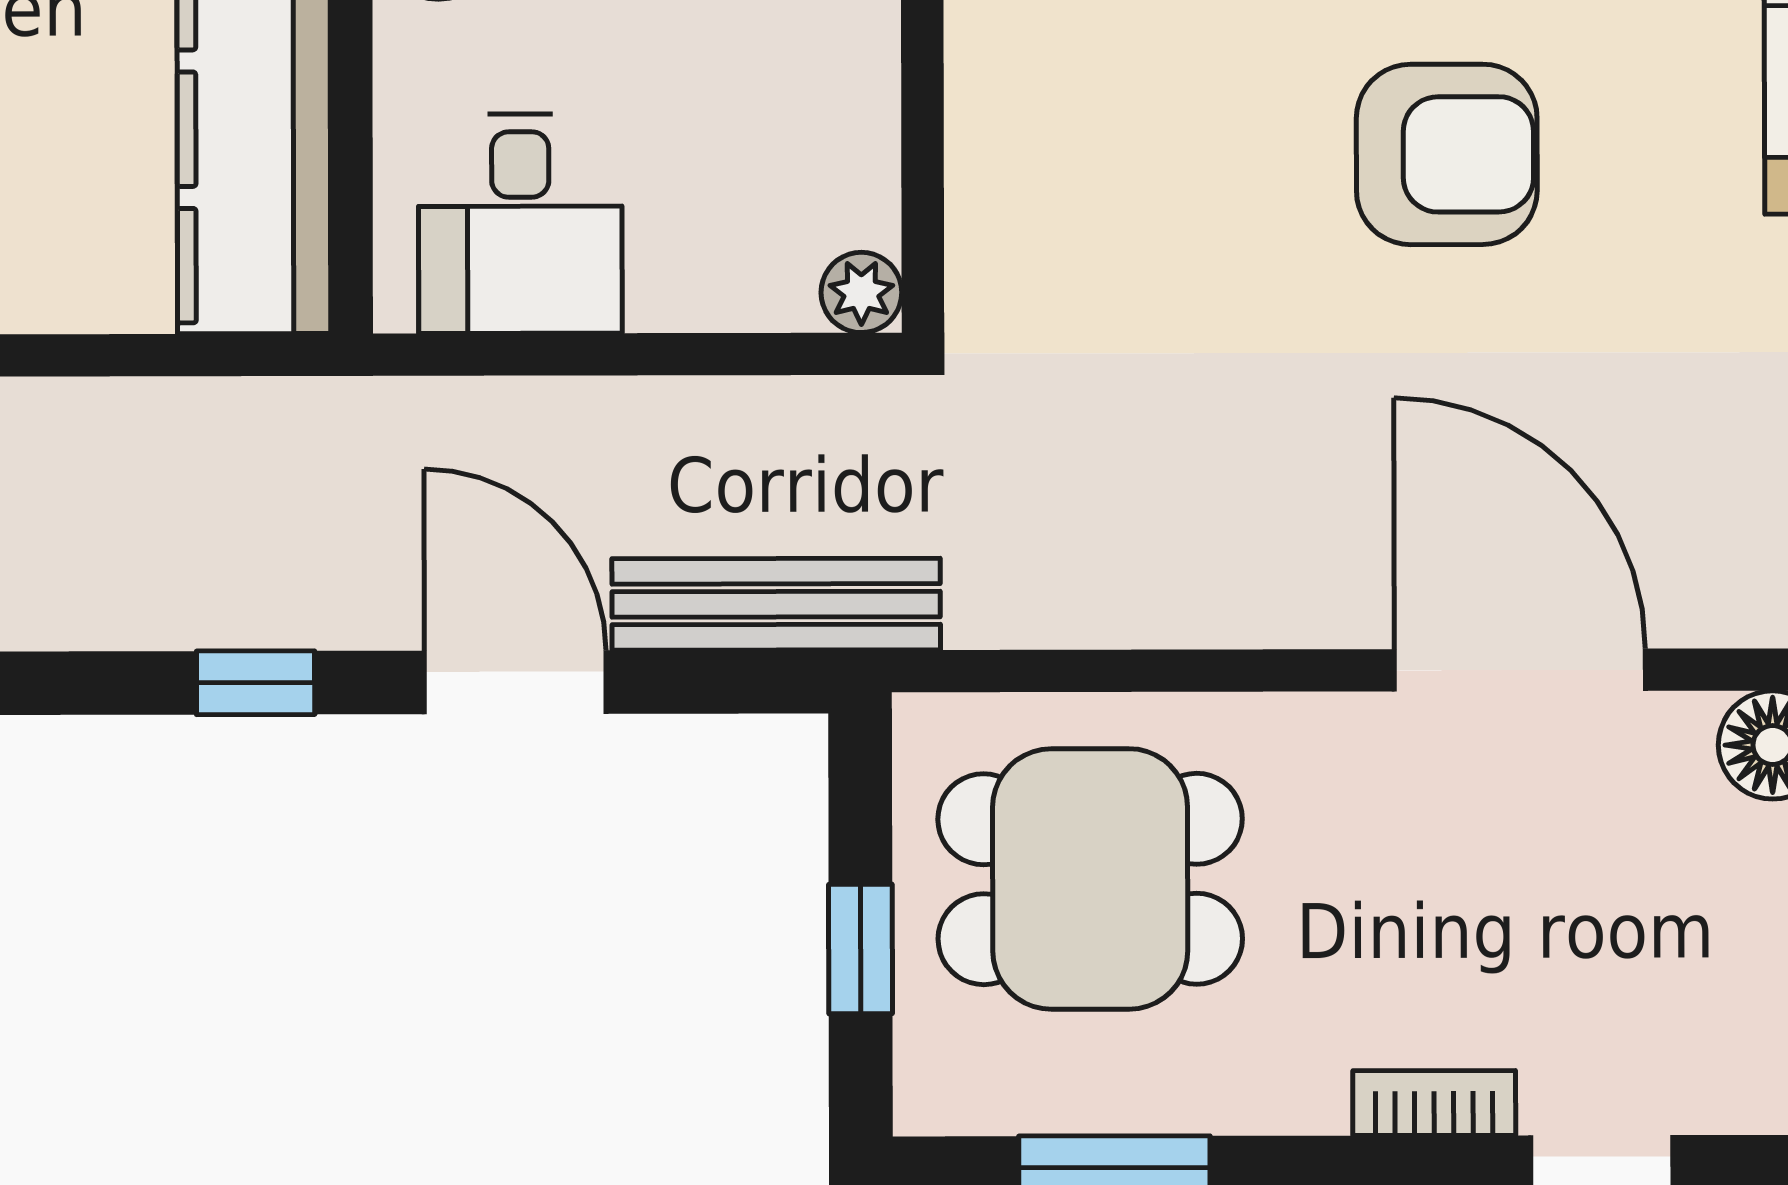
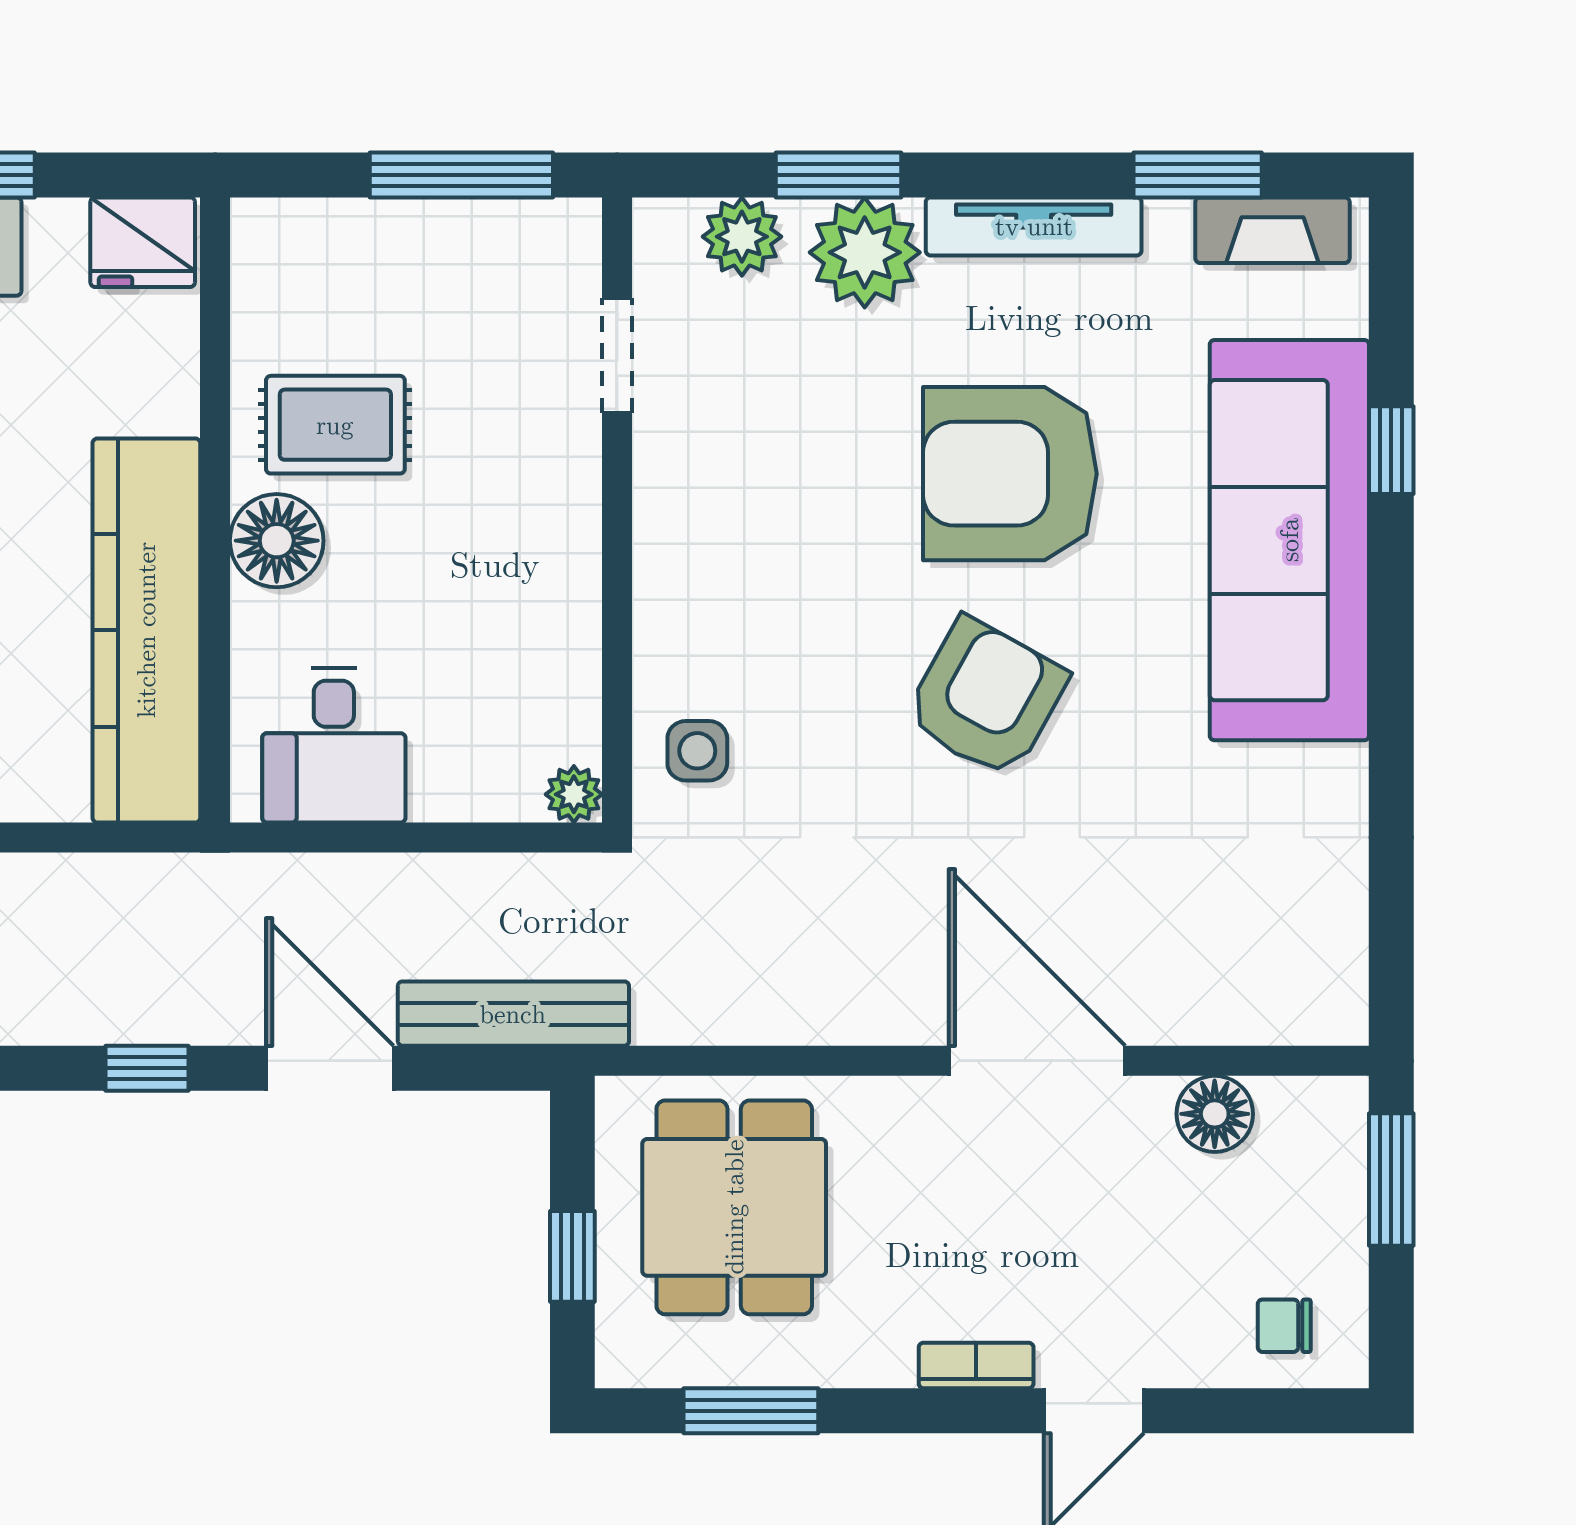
armchair: (1447, 154) -> (986, 698), turned -61
side table: (1037, 230) -> (697, 751), added
dining table: (1090, 879) -> (734, 1207), turned 90

